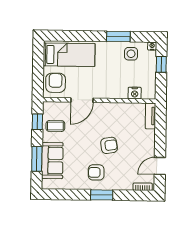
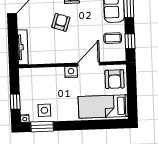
window: (118, 36) -> (42, 127), moved
nightstand: (135, 93) -> (71, 72), moved
tv unit: (151, 116) -> (23, 47), width x1.41
armchair: (109, 145) -> (61, 22), turned 117

